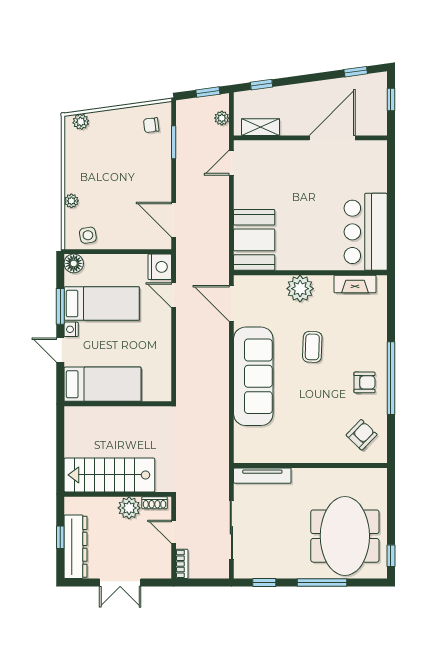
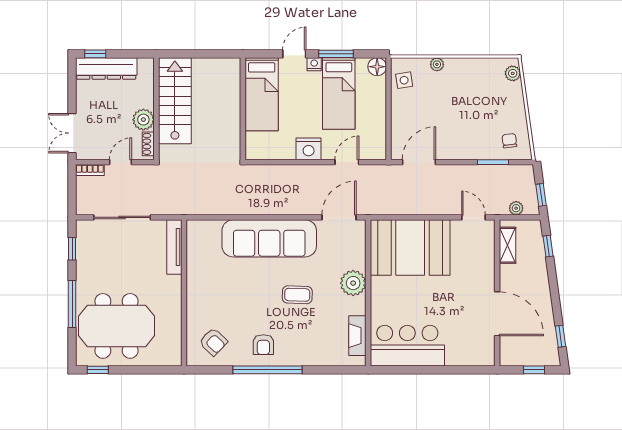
booth: (254, 240) -> (410, 248), width x1.36, depth x1.42
nightstand: (160, 267) -> (309, 149), moved
window: (60, 537) -> (95, 54), moved
double door: (120, 583) -> (72, 133), moved

